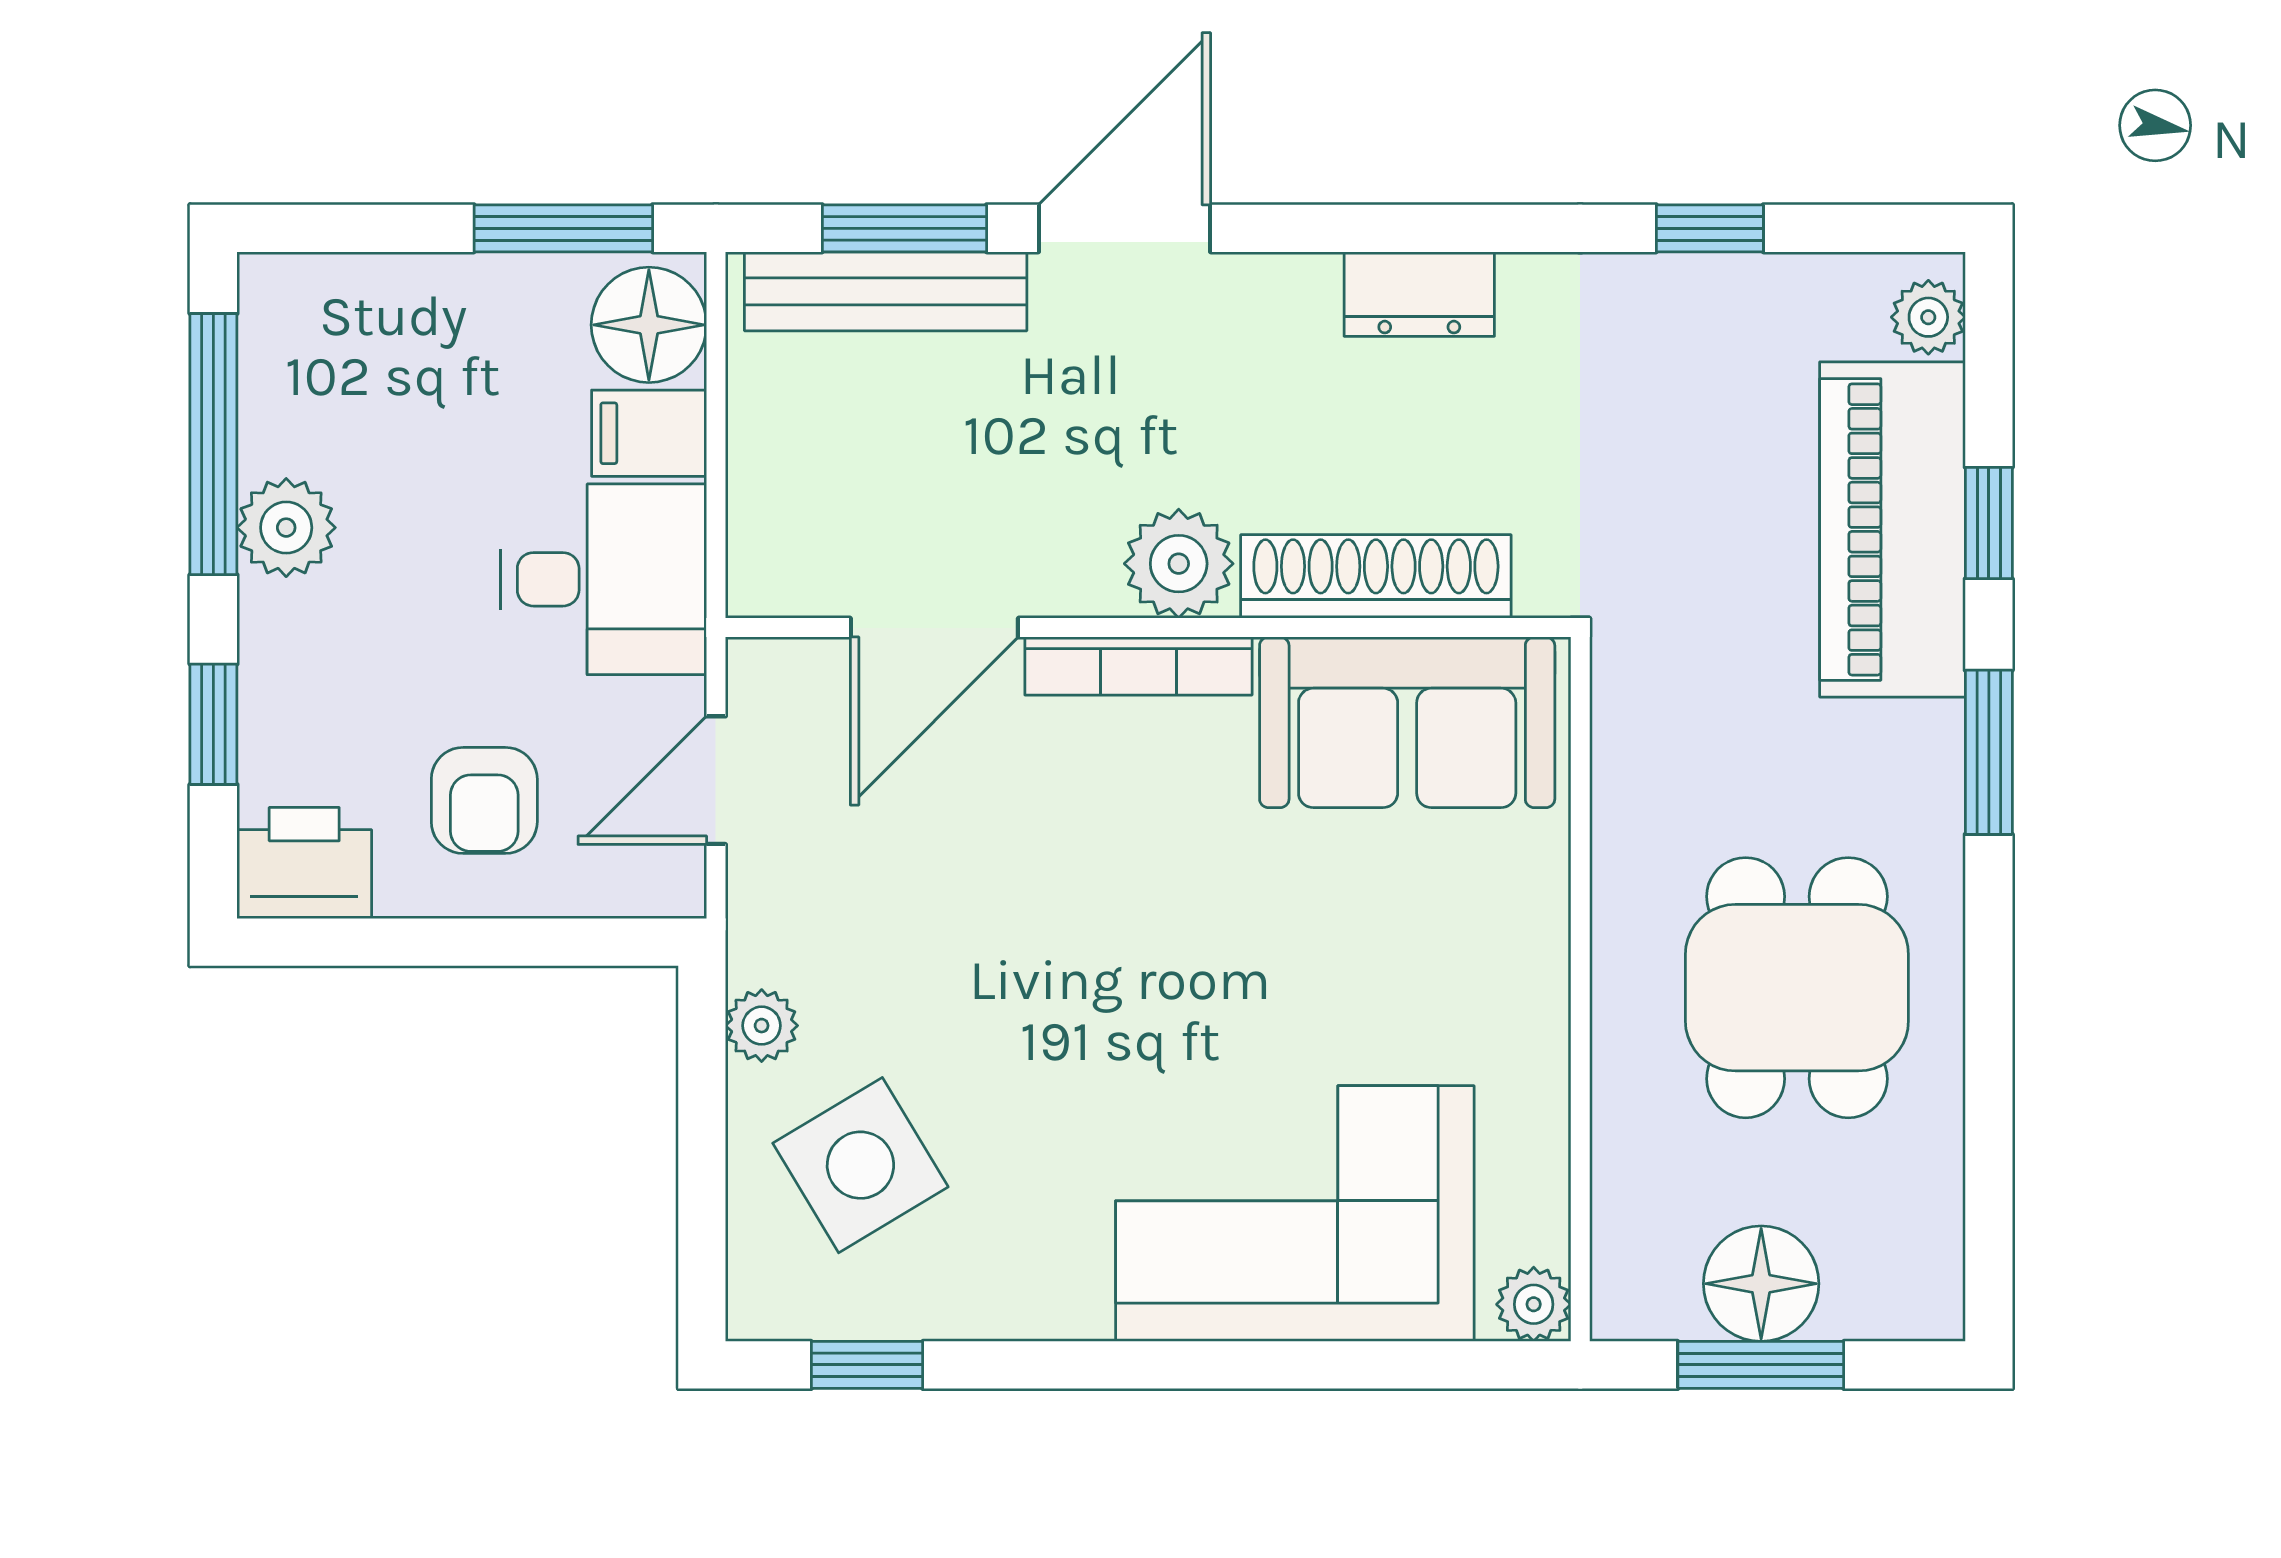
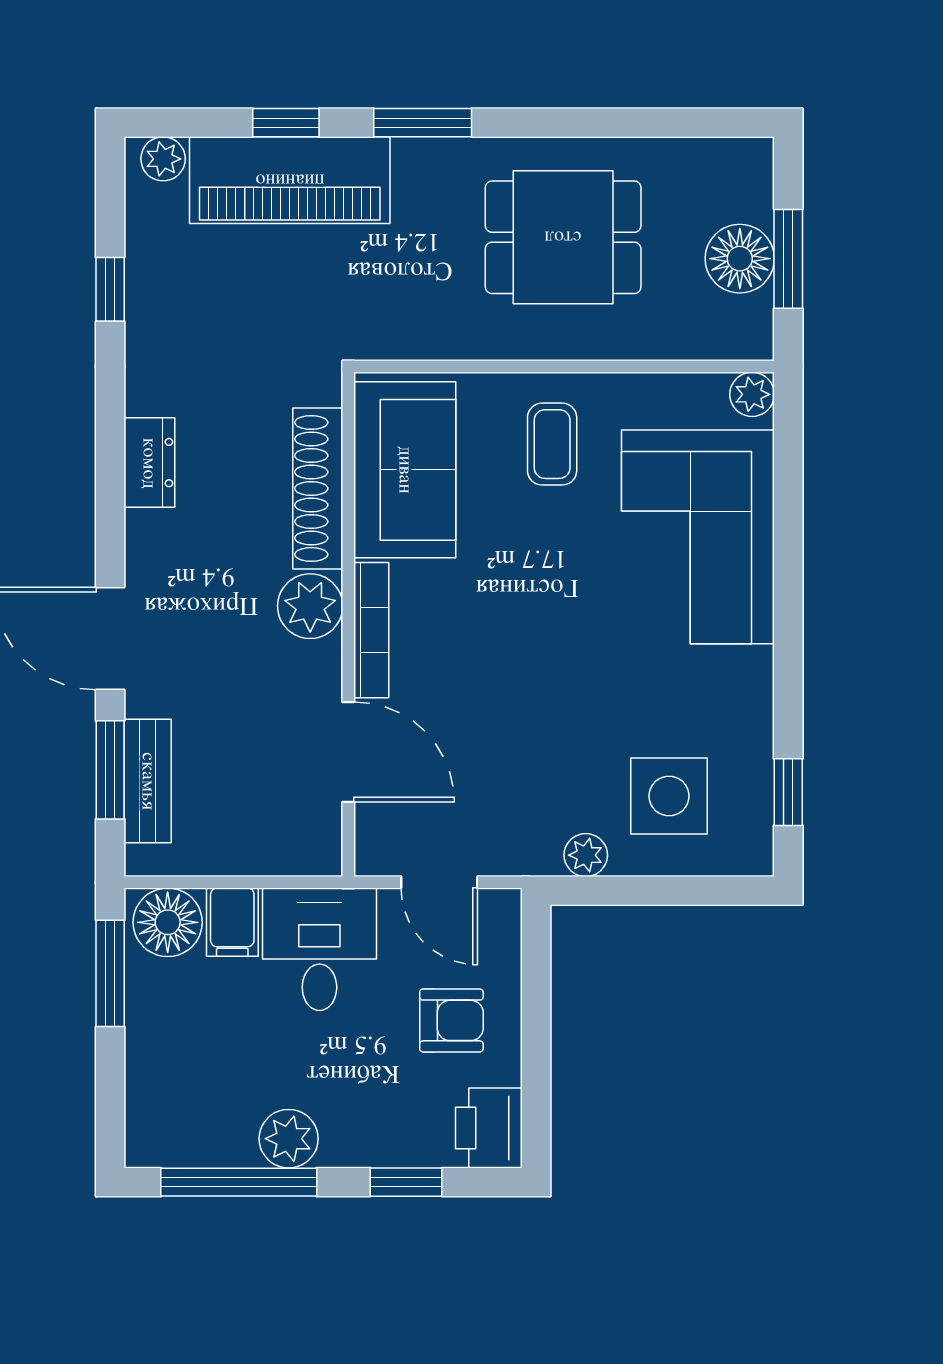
bench: (886, 291) -> (148, 781), width x0.73
coffee table: (1450, 969) -> (552, 444), added
side table: (860, 1165) -> (669, 796), turned 31

